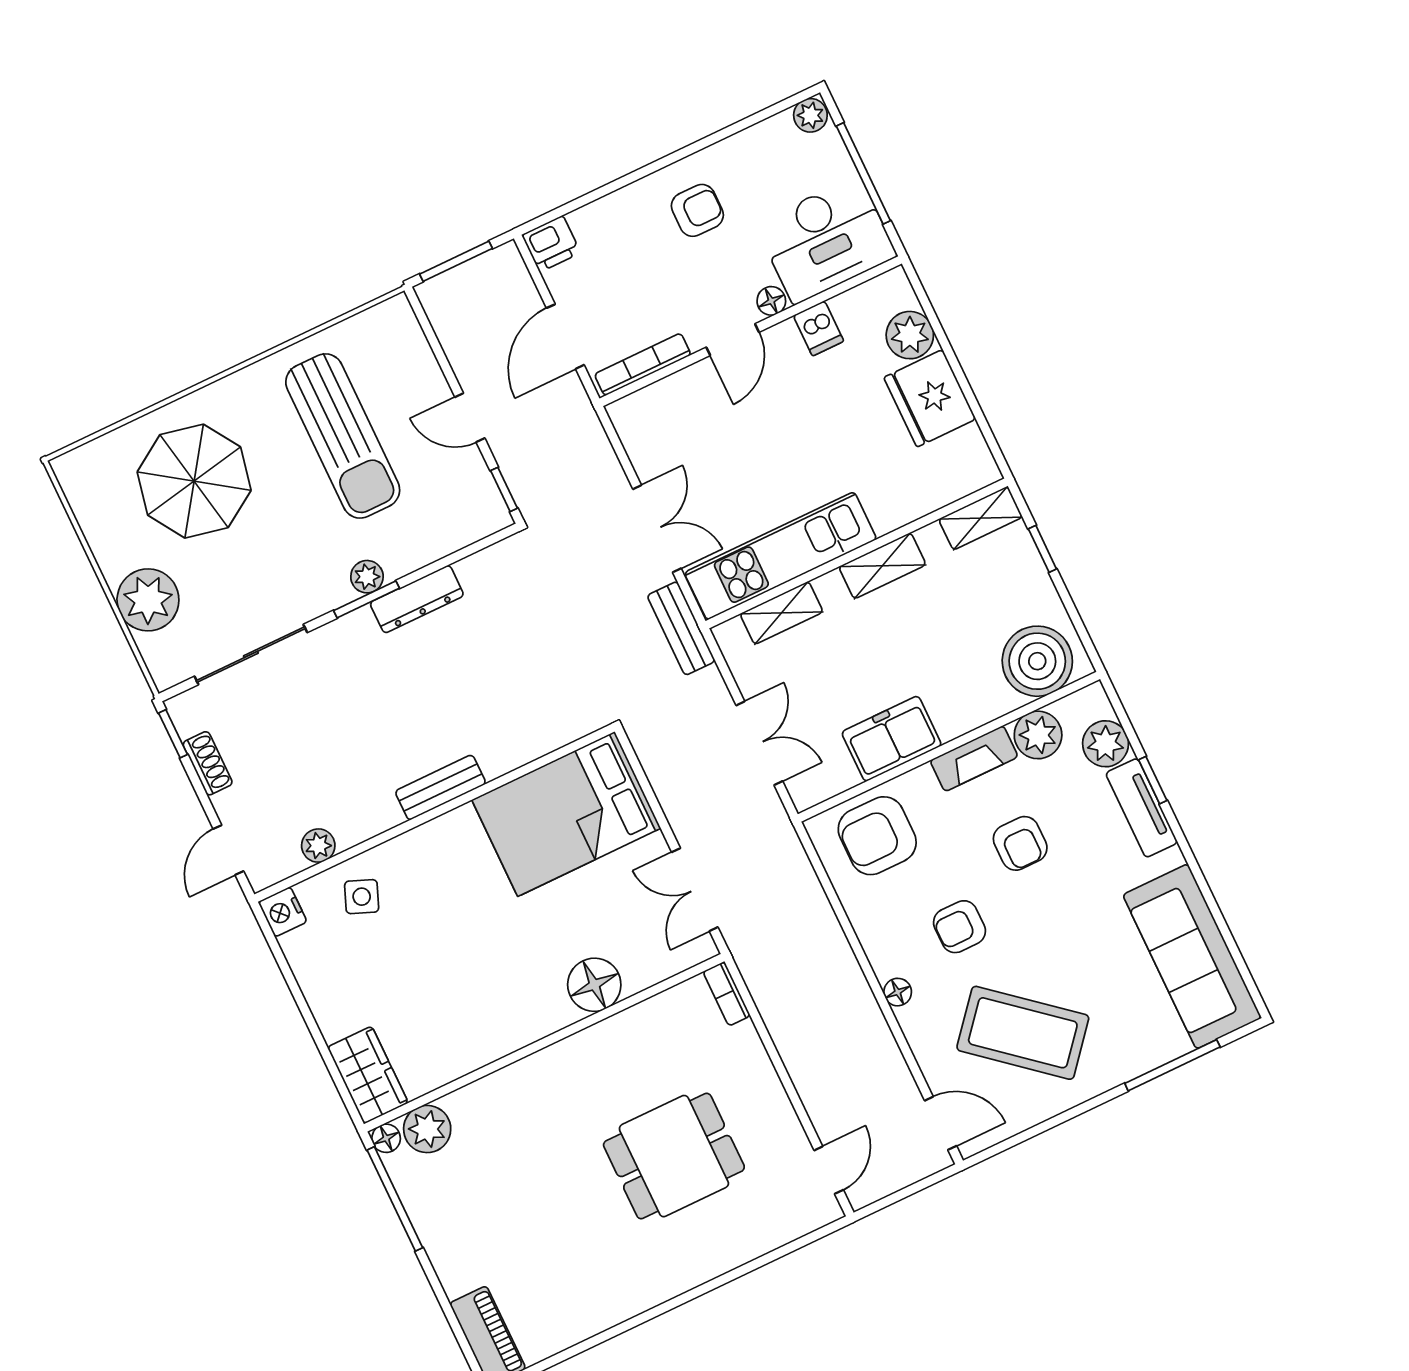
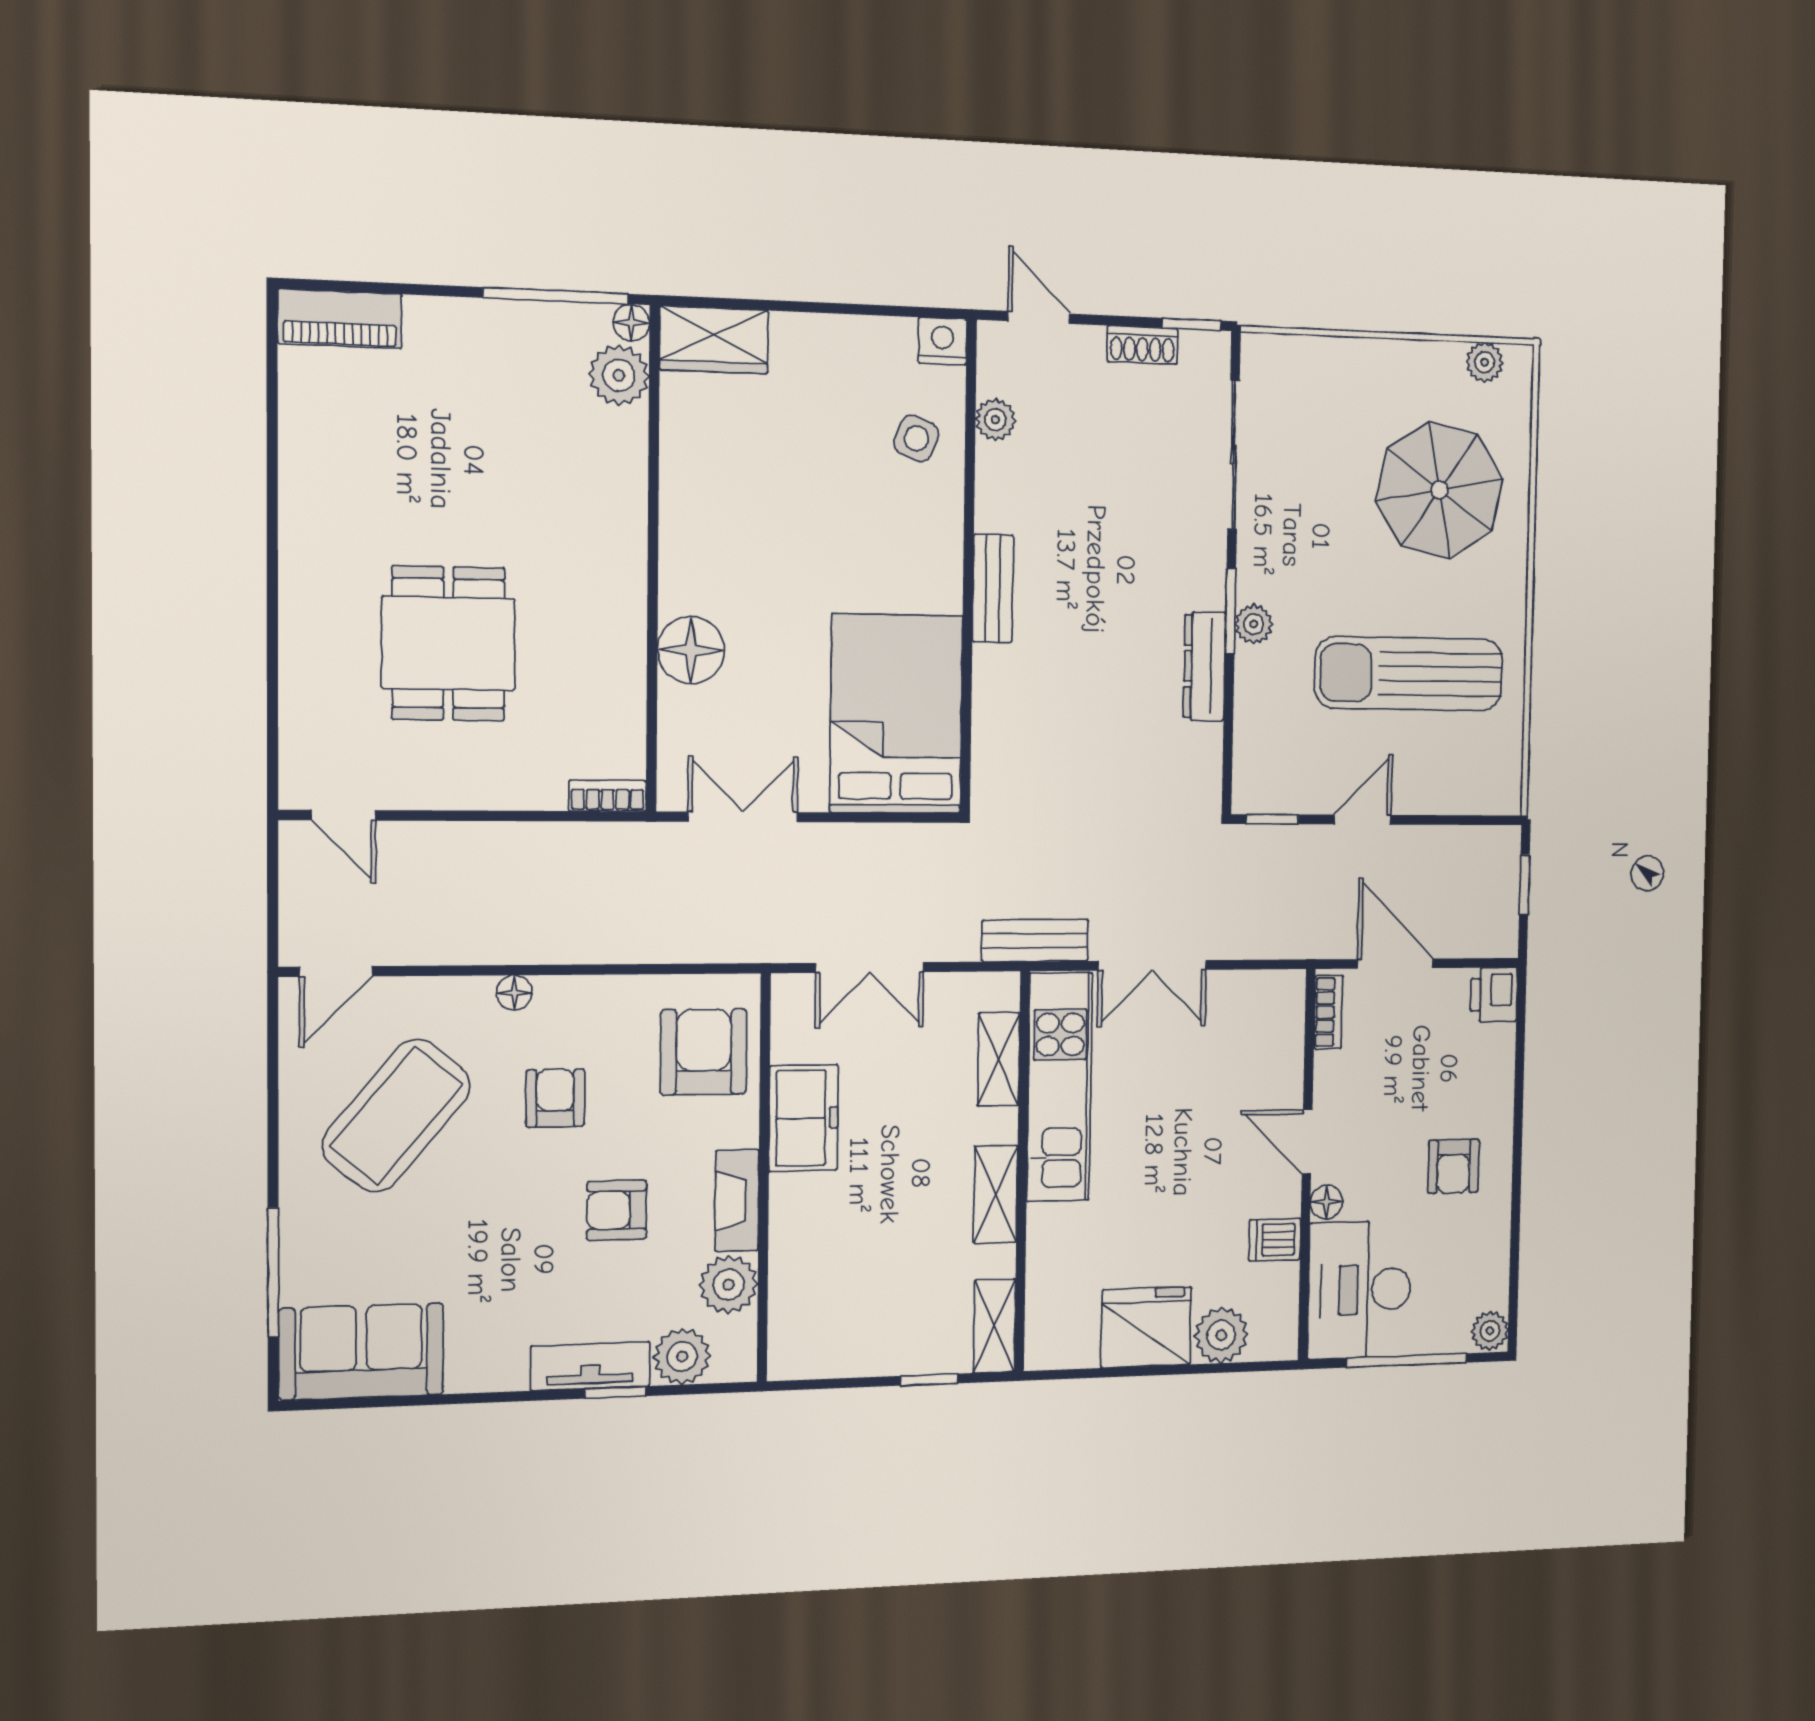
window: (456, 261) -> (1524, 885), width x0.67
bookcase: (643, 364) -> (1328, 1012), width x0.64
plant: (148, 600) -> (1485, 362), moved, width x0.53, depth x0.53
boiler: (1037, 661) -> (810, 1320), removed
sofa: (1192, 956) -> (361, 1352), width x0.73

